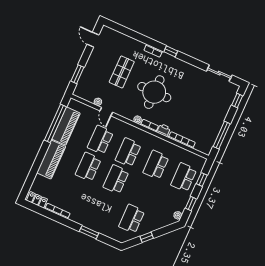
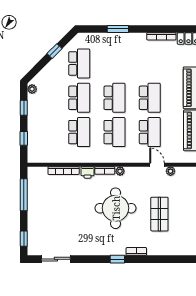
school desk: (184, 177) -> (79, 98), moved

